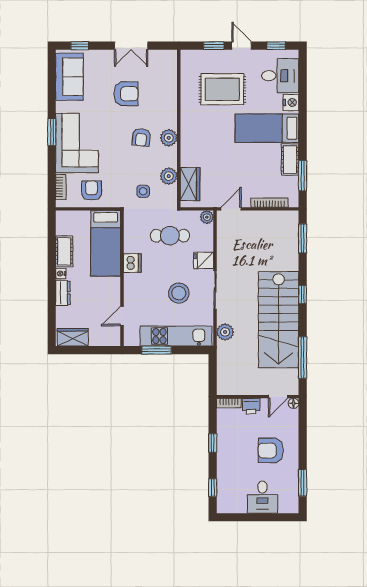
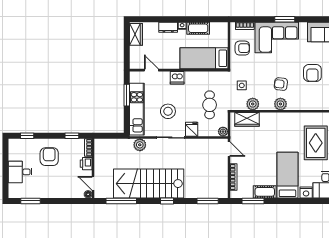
dishwasher: (132, 263) -> (177, 78), moved
window: (213, 443) -> (72, 136), moved
armchair: (271, 451) -> (49, 157), moved

